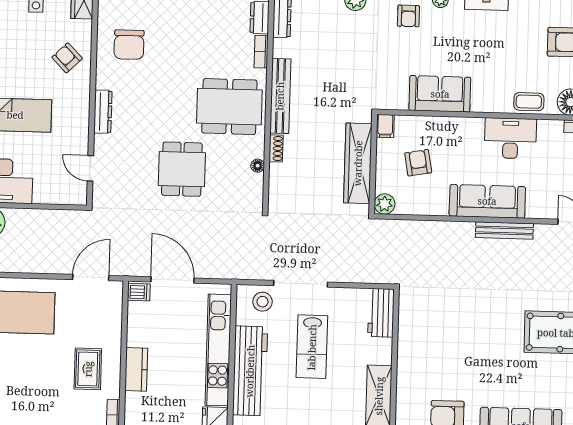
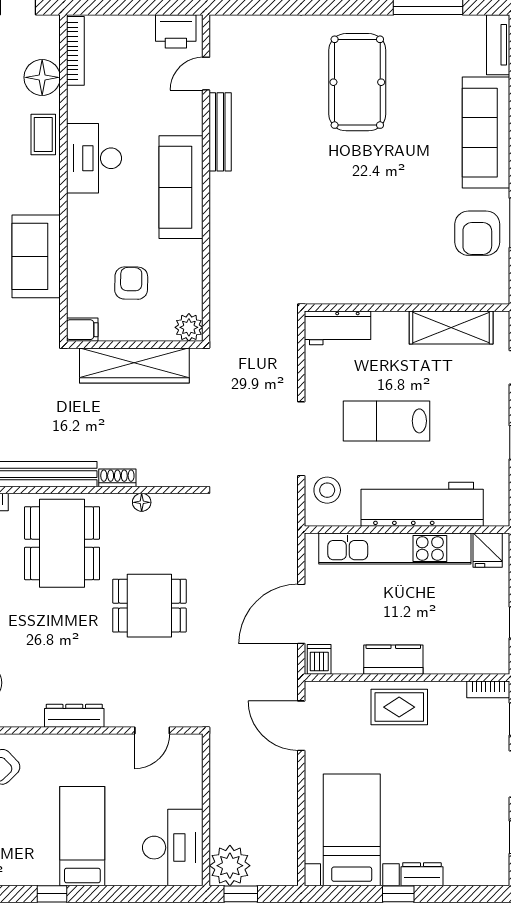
armchair: (418, 163) -> (131, 283), turned 101
bench: (504, 231) -> (220, 132), moved
lab bench: (312, 347) -> (387, 421), turned 180
rug: (88, 369) -> (399, 707), moved
kitchen counter: (136, 369) -> (393, 660), moved

